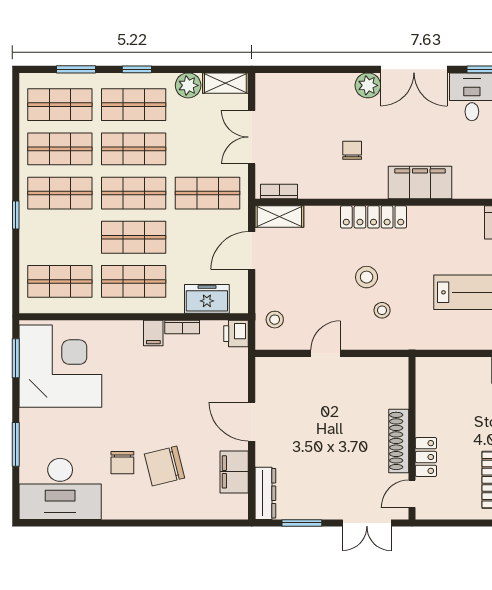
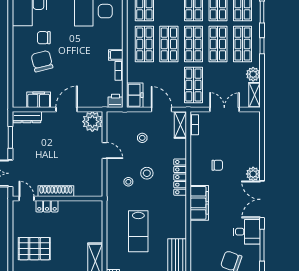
freezer: (207, 299) -> (135, 95), moved
stool: (275, 320) -> (142, 138), moved
plant: (273, 375) -> (92, 122), added

